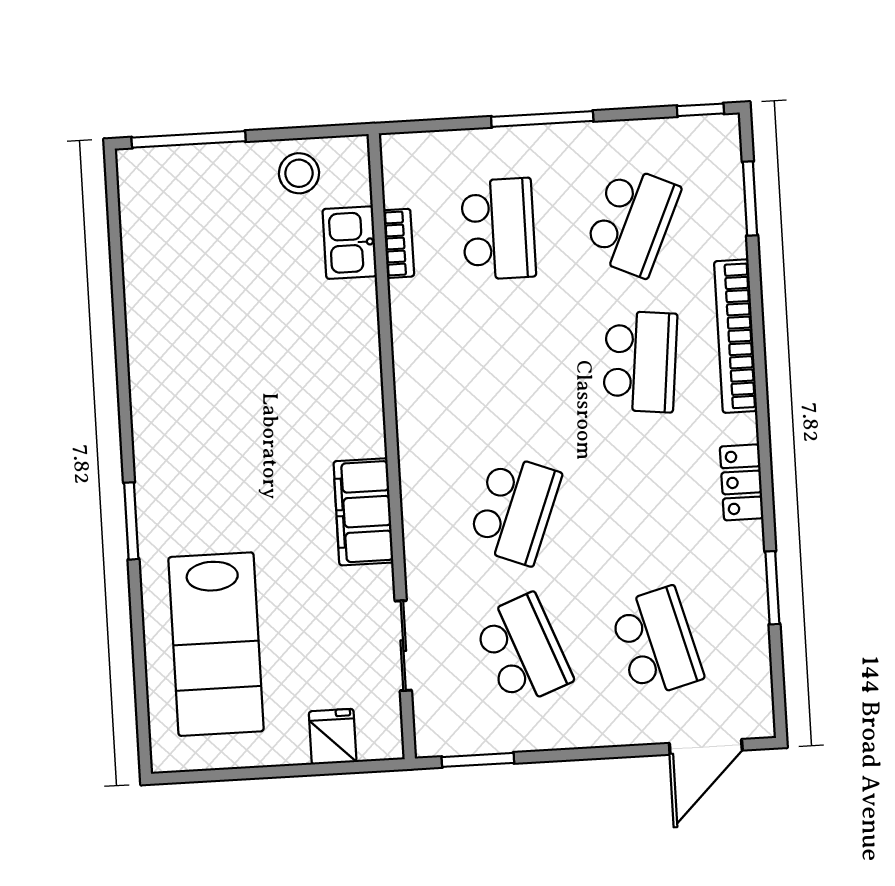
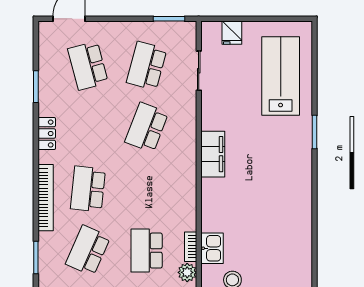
plant: (403, 184) -> (187, 272), added
filing cabinet: (363, 512) -> (213, 154), moved
school desk: (523, 650) -> (147, 66), turned 36

